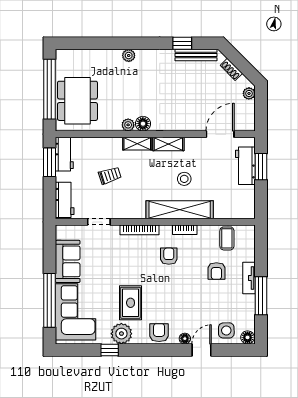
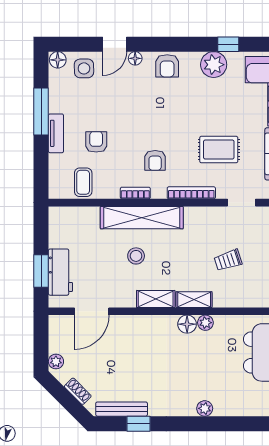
rug: (131, 303) -> (219, 150), moved, turned 90

